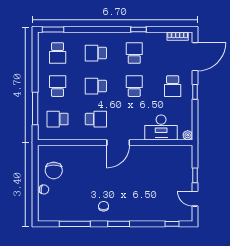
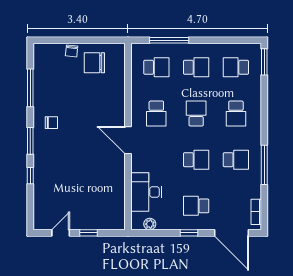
window: (139, 29) -> (264, 165), width x2.17
school desk: (96, 53) -> (236, 113), turned 180
school desk: (58, 119) -> (156, 67), turned 90
plant: (188, 135) -> (150, 224), moved
window: (172, 224) -> (30, 176), moved

